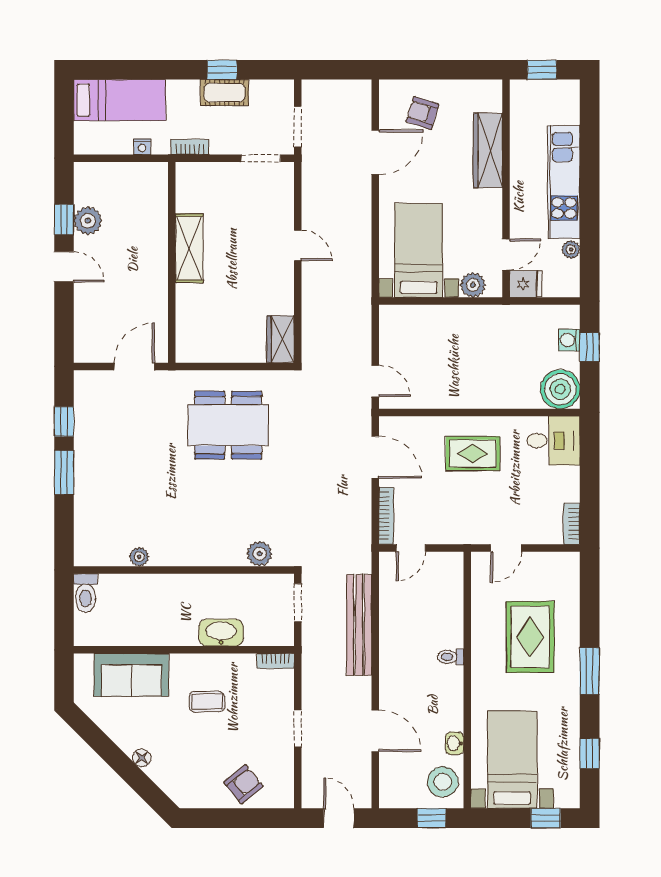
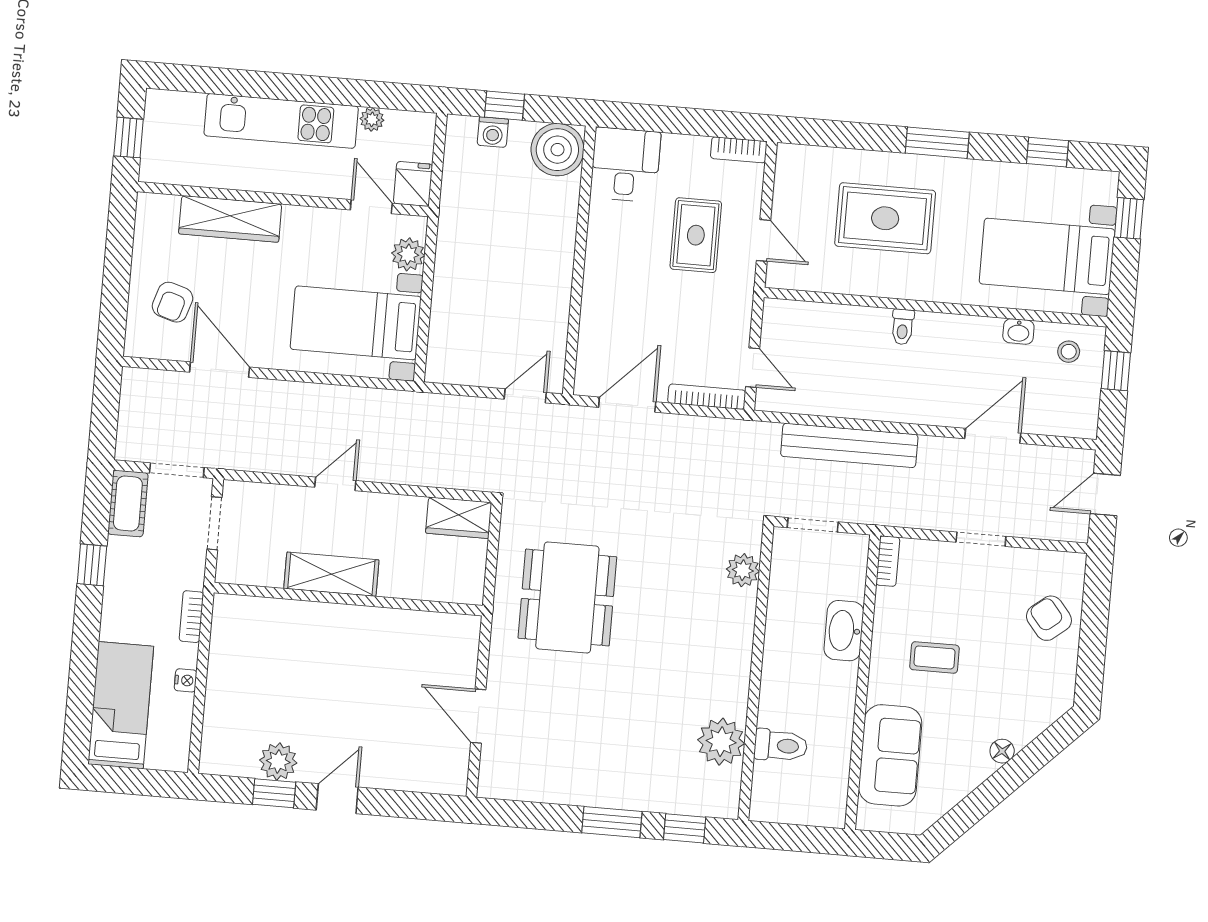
cot: (224, 93) -> (128, 503), moved
shelving: (189, 248) -> (331, 574), moved
wall: (172, 262) -> (348, 599), moved
window: (64, 421) -> (685, 828), moved
rug: (473, 454) -> (696, 235), moved
plant: (139, 557) -> (721, 742), width x1.87, depth x1.87
toilet: (86, 593) -> (781, 746), moved
coffee table: (207, 702) -> (935, 657), turned 90
stool: (443, 782) -> (1069, 352), width x0.53, depth x0.53

